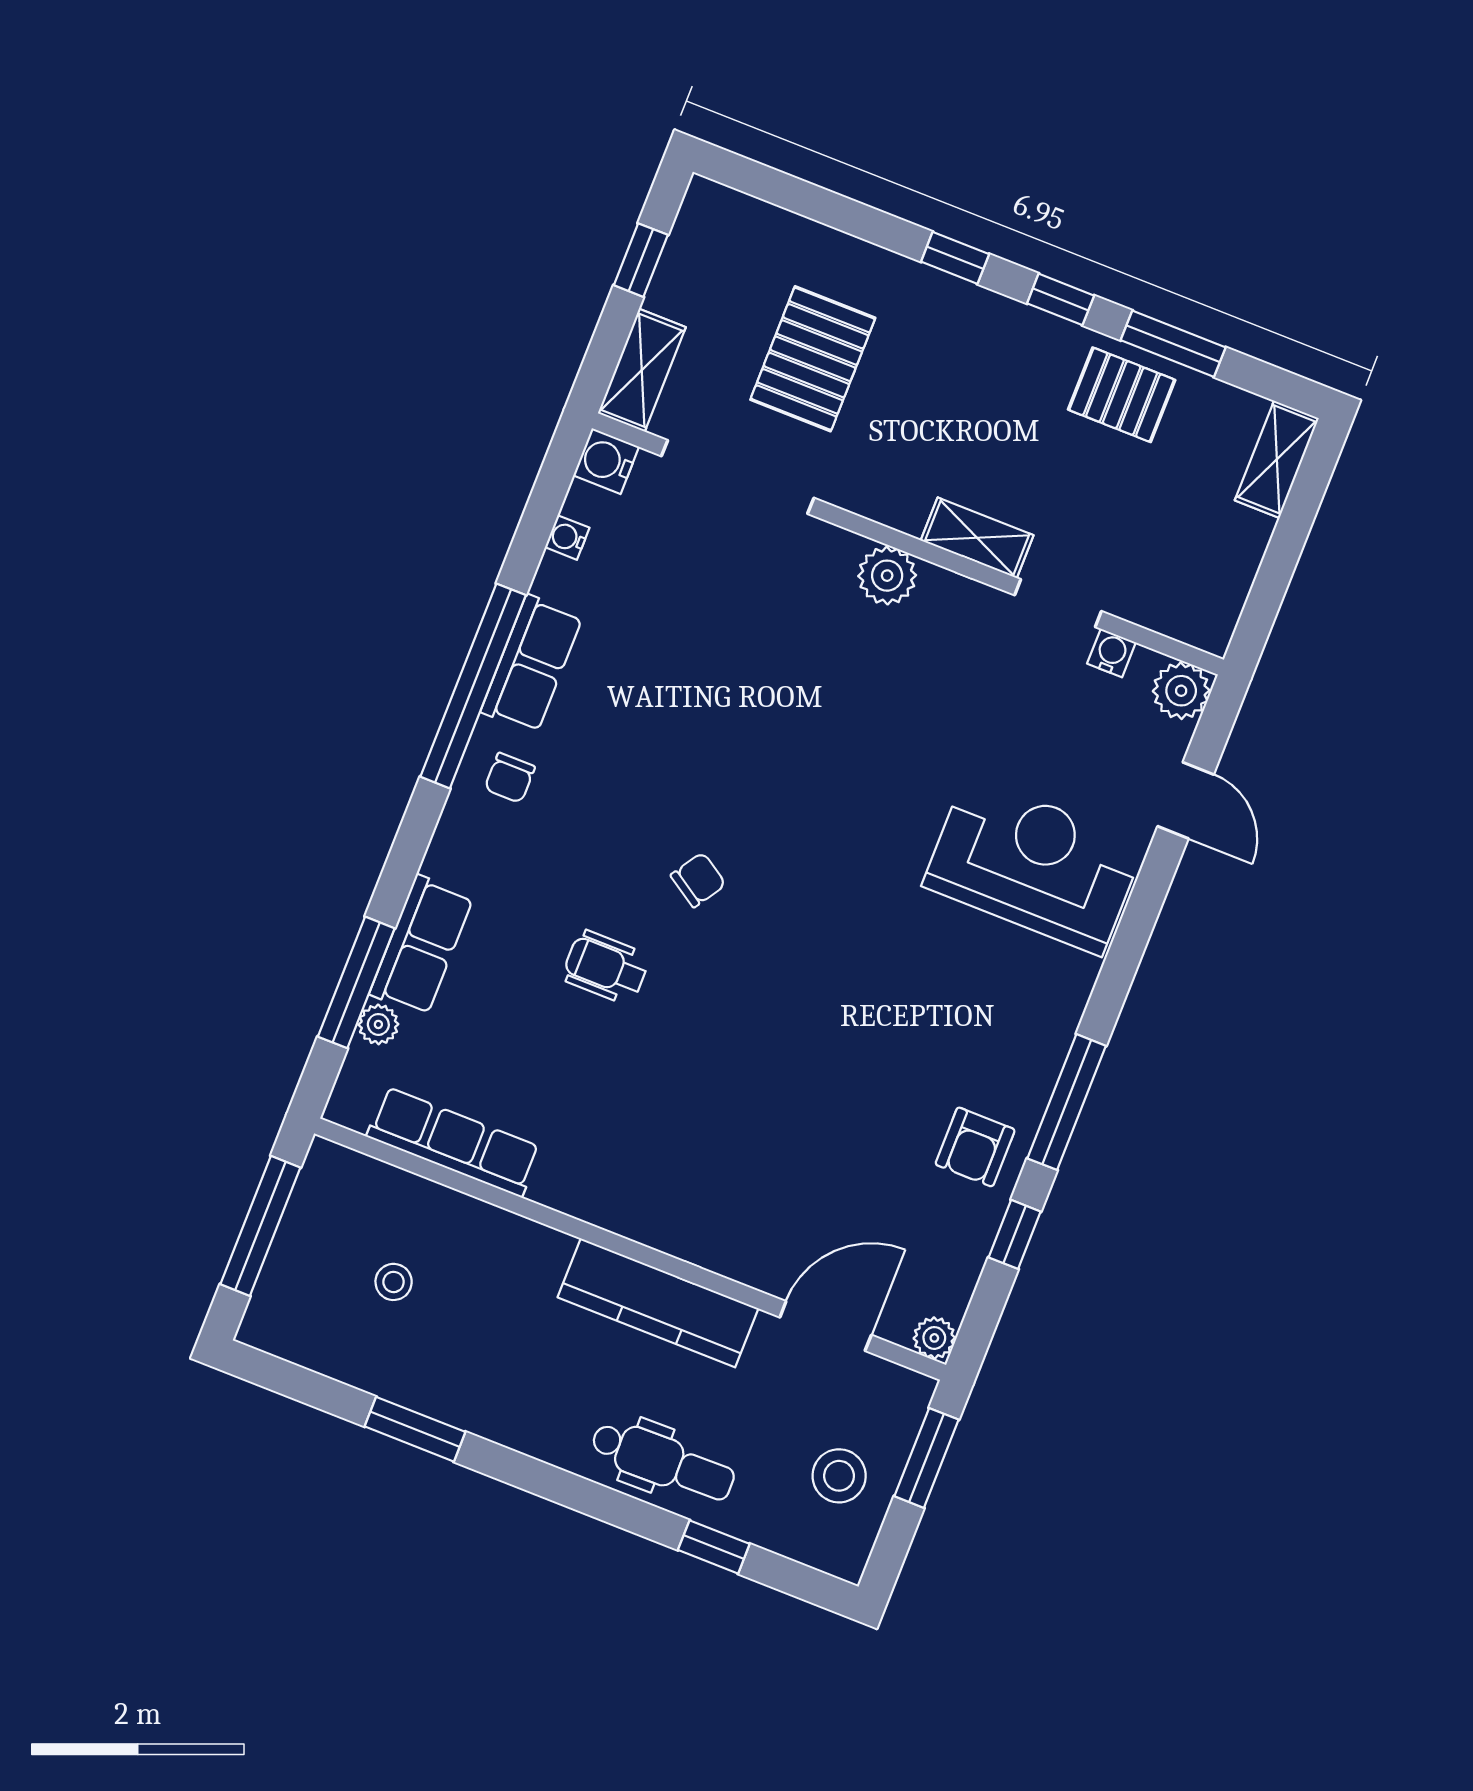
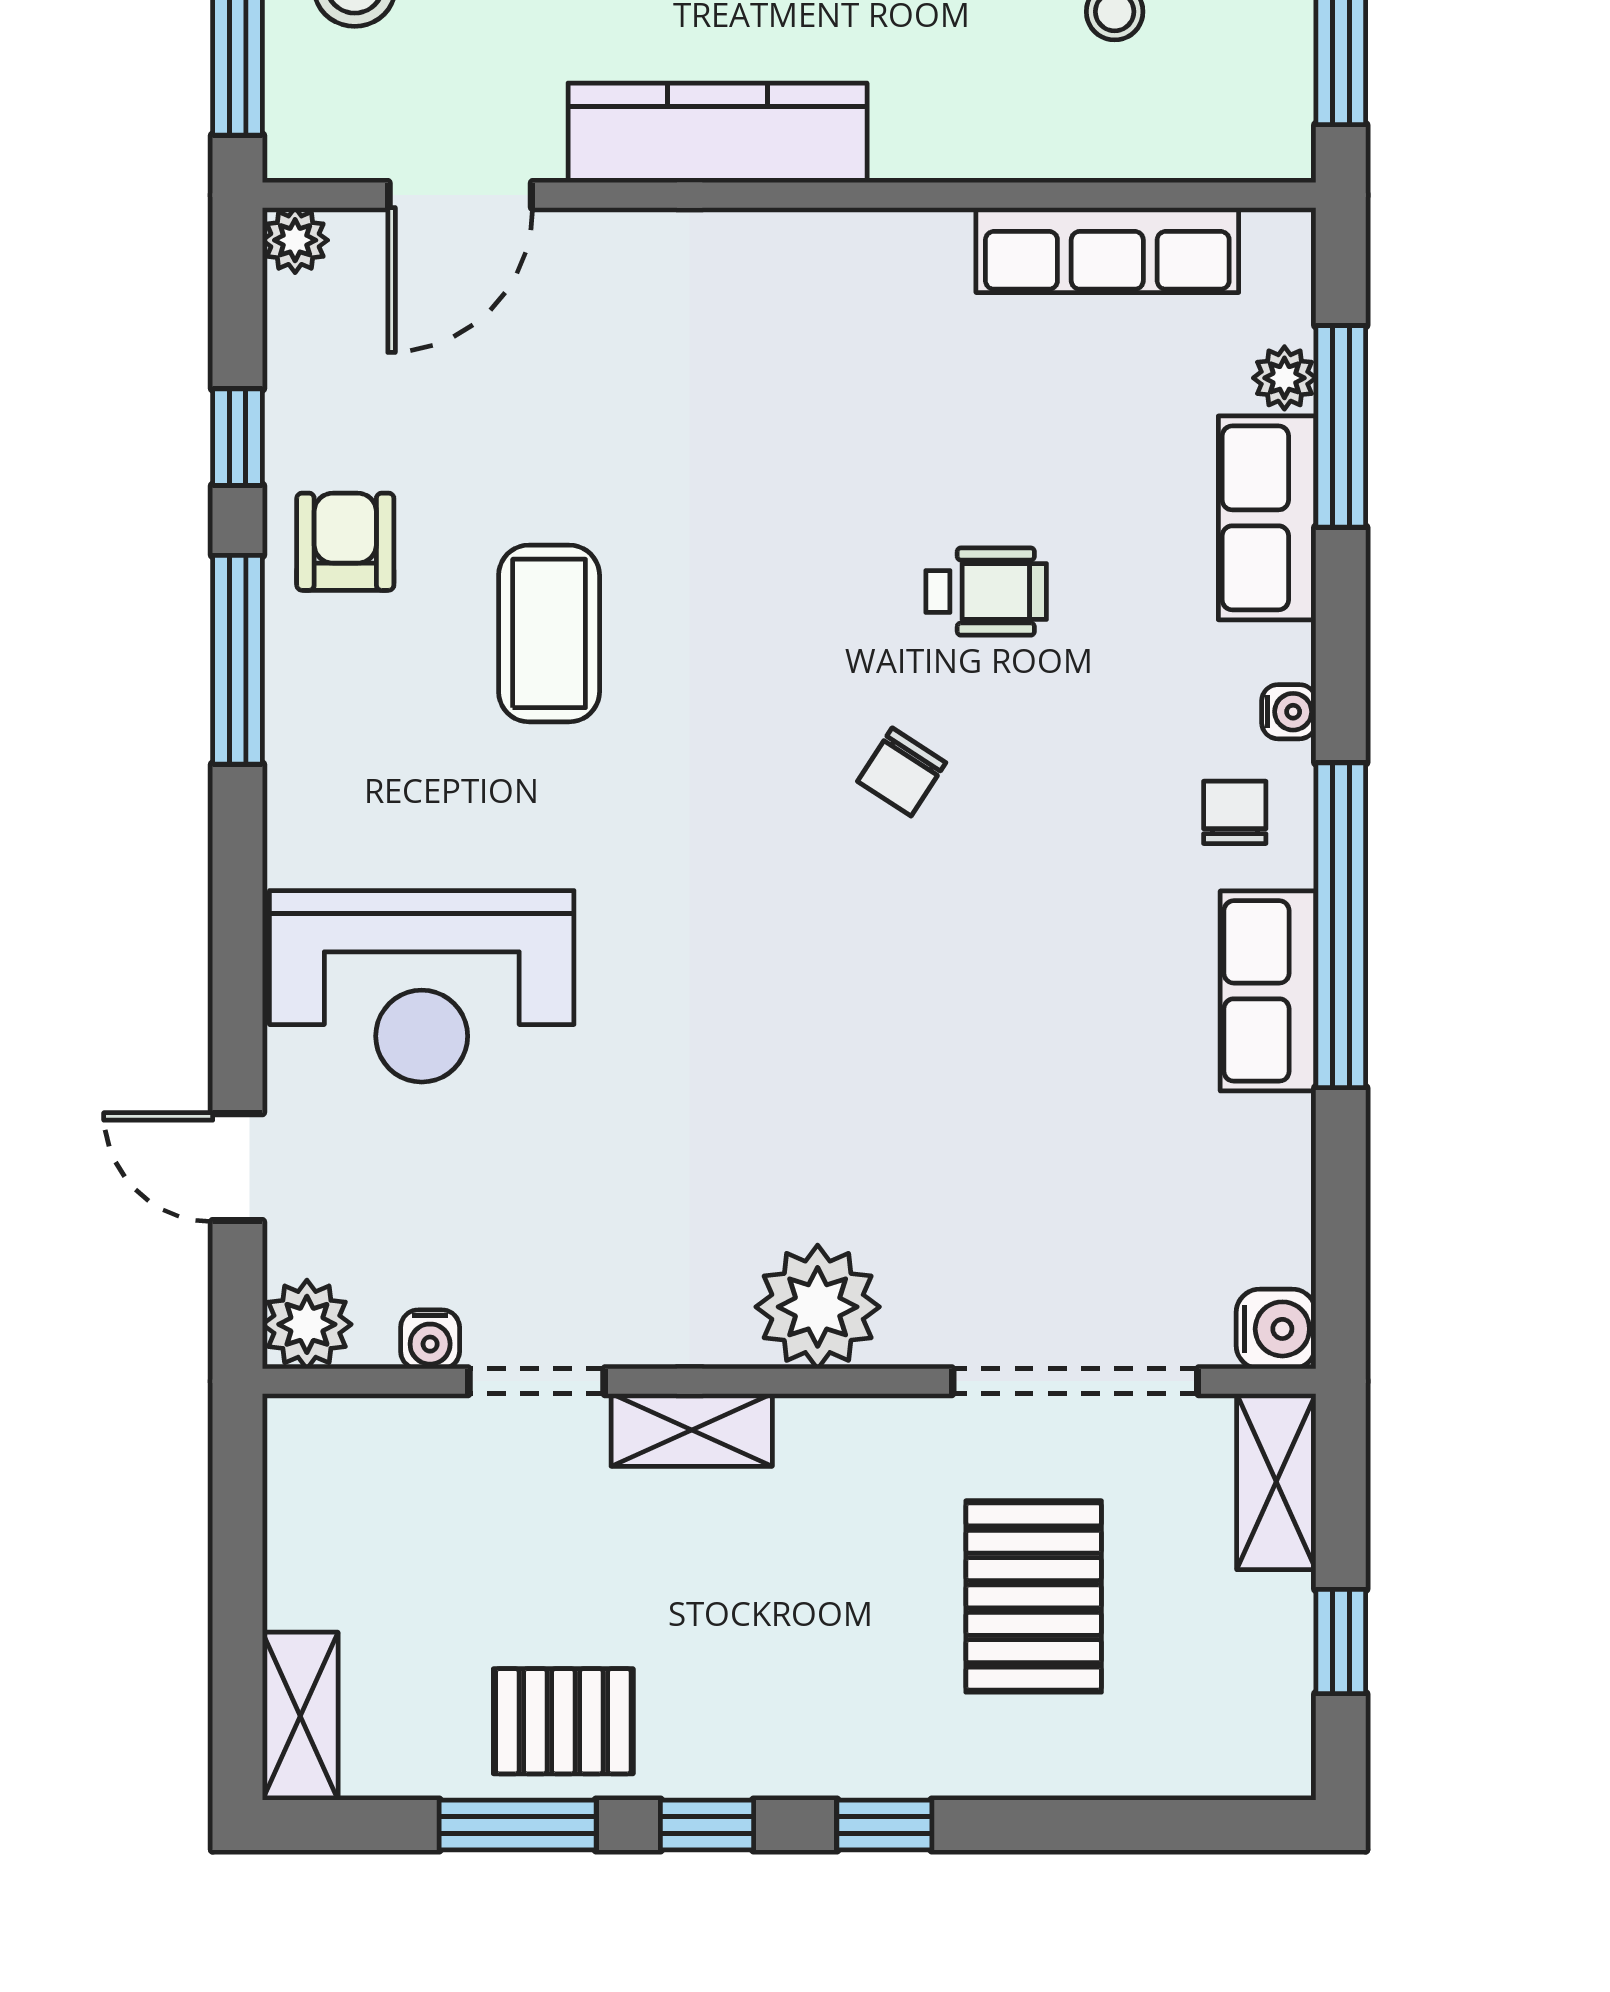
water cooler: (567, 537) -> (1289, 712), moved
plant: (887, 576) -> (818, 1307), width x1.36, depth x1.36
coffee table: (875, 1045) -> (549, 633), added

